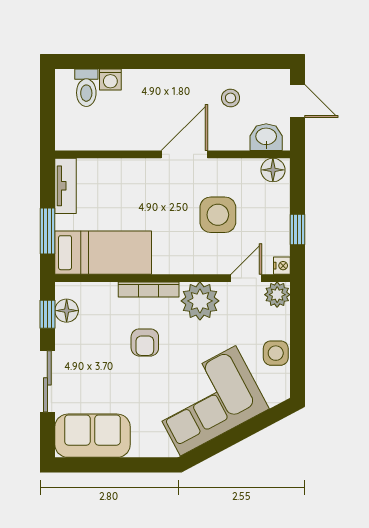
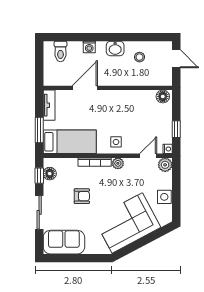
washing machine: (110, 80) -> (89, 47), moved
washbasin: (266, 137) -> (115, 49), moved, turned 180
door: (184, 154) -> (85, 88), moved
side table: (218, 215) -> (116, 142), moved, width x0.54, depth x0.54
plant: (200, 301) -> (118, 163), width x0.53, depth x0.53
armchair: (145, 342) -> (82, 196), moved, turned -90

